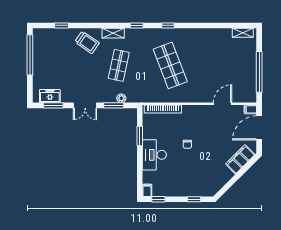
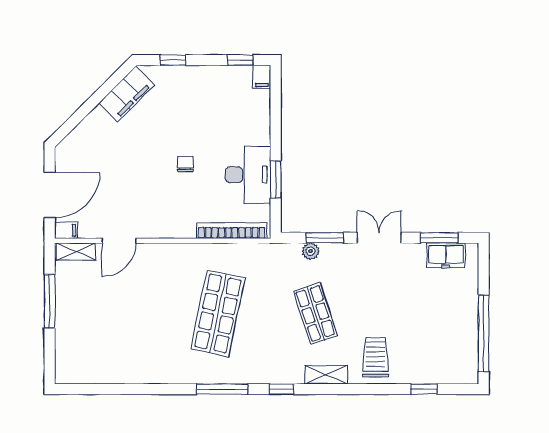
window: (168, 25) -> (222, 389), width x2.17
shelving: (243, 33) -> (76, 252), moved
trolley: (87, 42) -> (376, 357), turned 55
shop shelf: (119, 65) -> (315, 313), turned -30
shop shelf: (170, 65) -> (218, 313), turned 33
window: (259, 72) -> (50, 301), width x0.68
desk: (154, 155) -> (248, 175), moved
filing cabinet: (240, 159) -> (127, 94), moved

